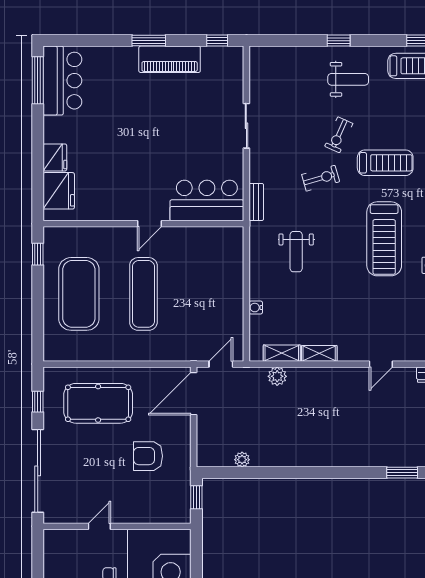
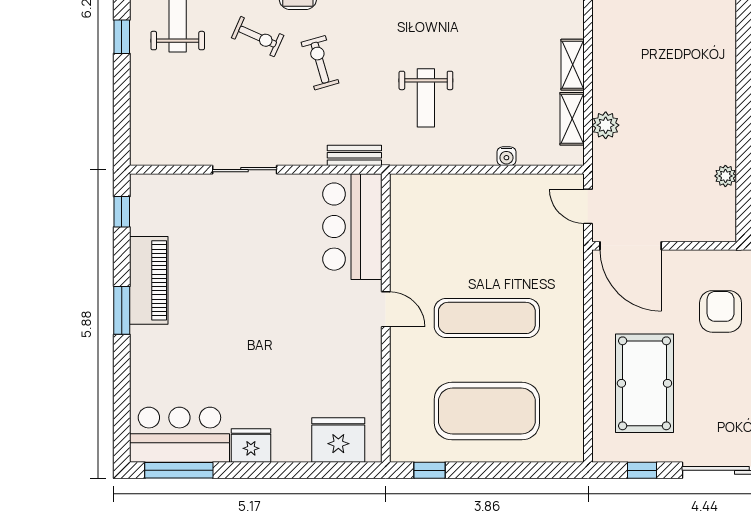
fridge: (55, 157) -> (251, 446), moved
weight bench: (296, 252) -> (426, 98), turned 90
armchair: (148, 456) -> (721, 311), turned 180

